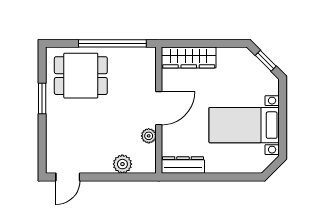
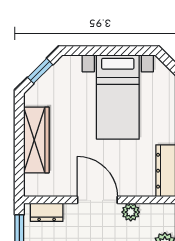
wardrobe: (189, 58) -> (36, 140), moved
dresser: (149, 66) -> (47, 212), added

